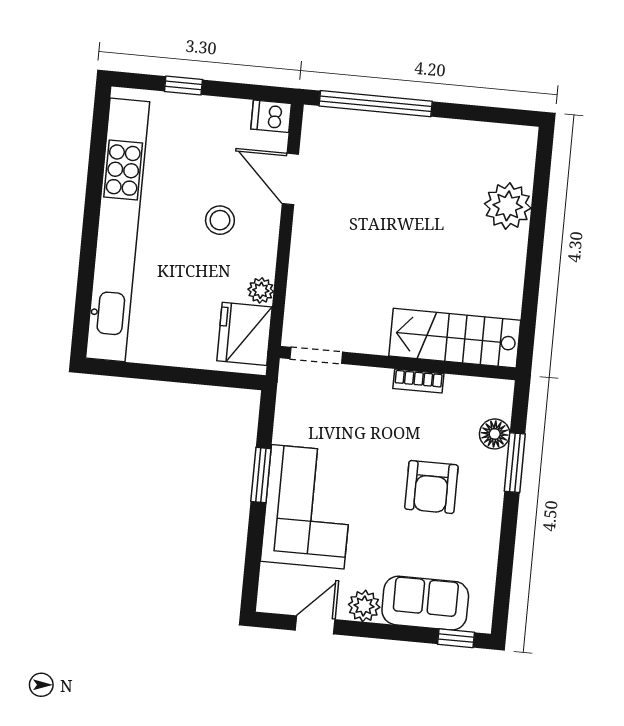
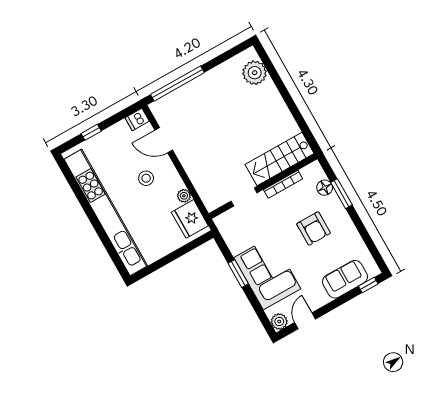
plant: (508, 206) -> (255, 73), moved
doorway: (316, 355) -> (244, 197), moved
bookcase: (418, 381) -> (283, 184), width x1.56
plant: (364, 606) -> (279, 322), moved

